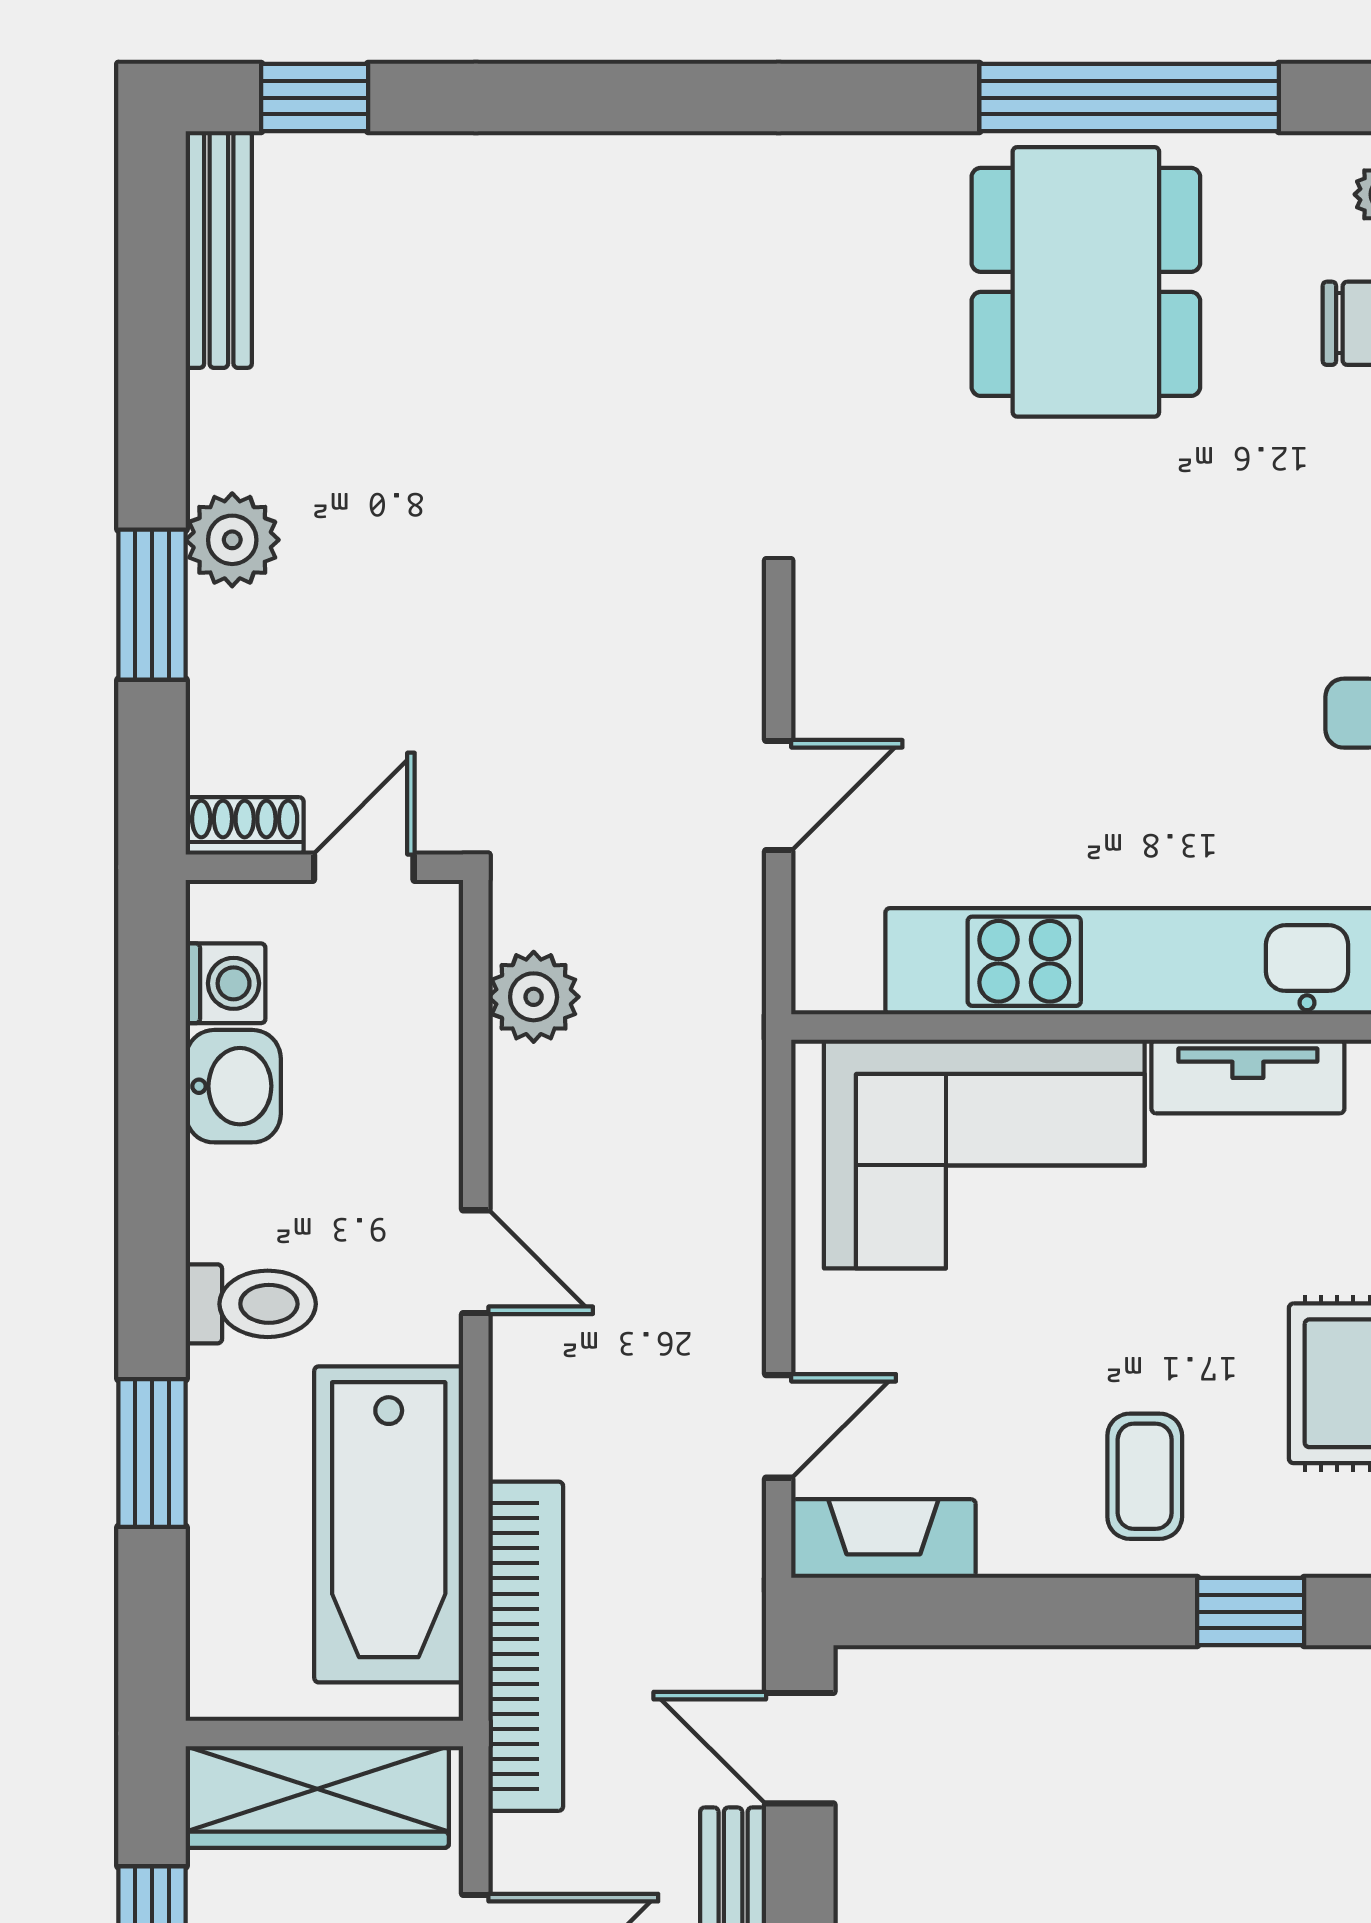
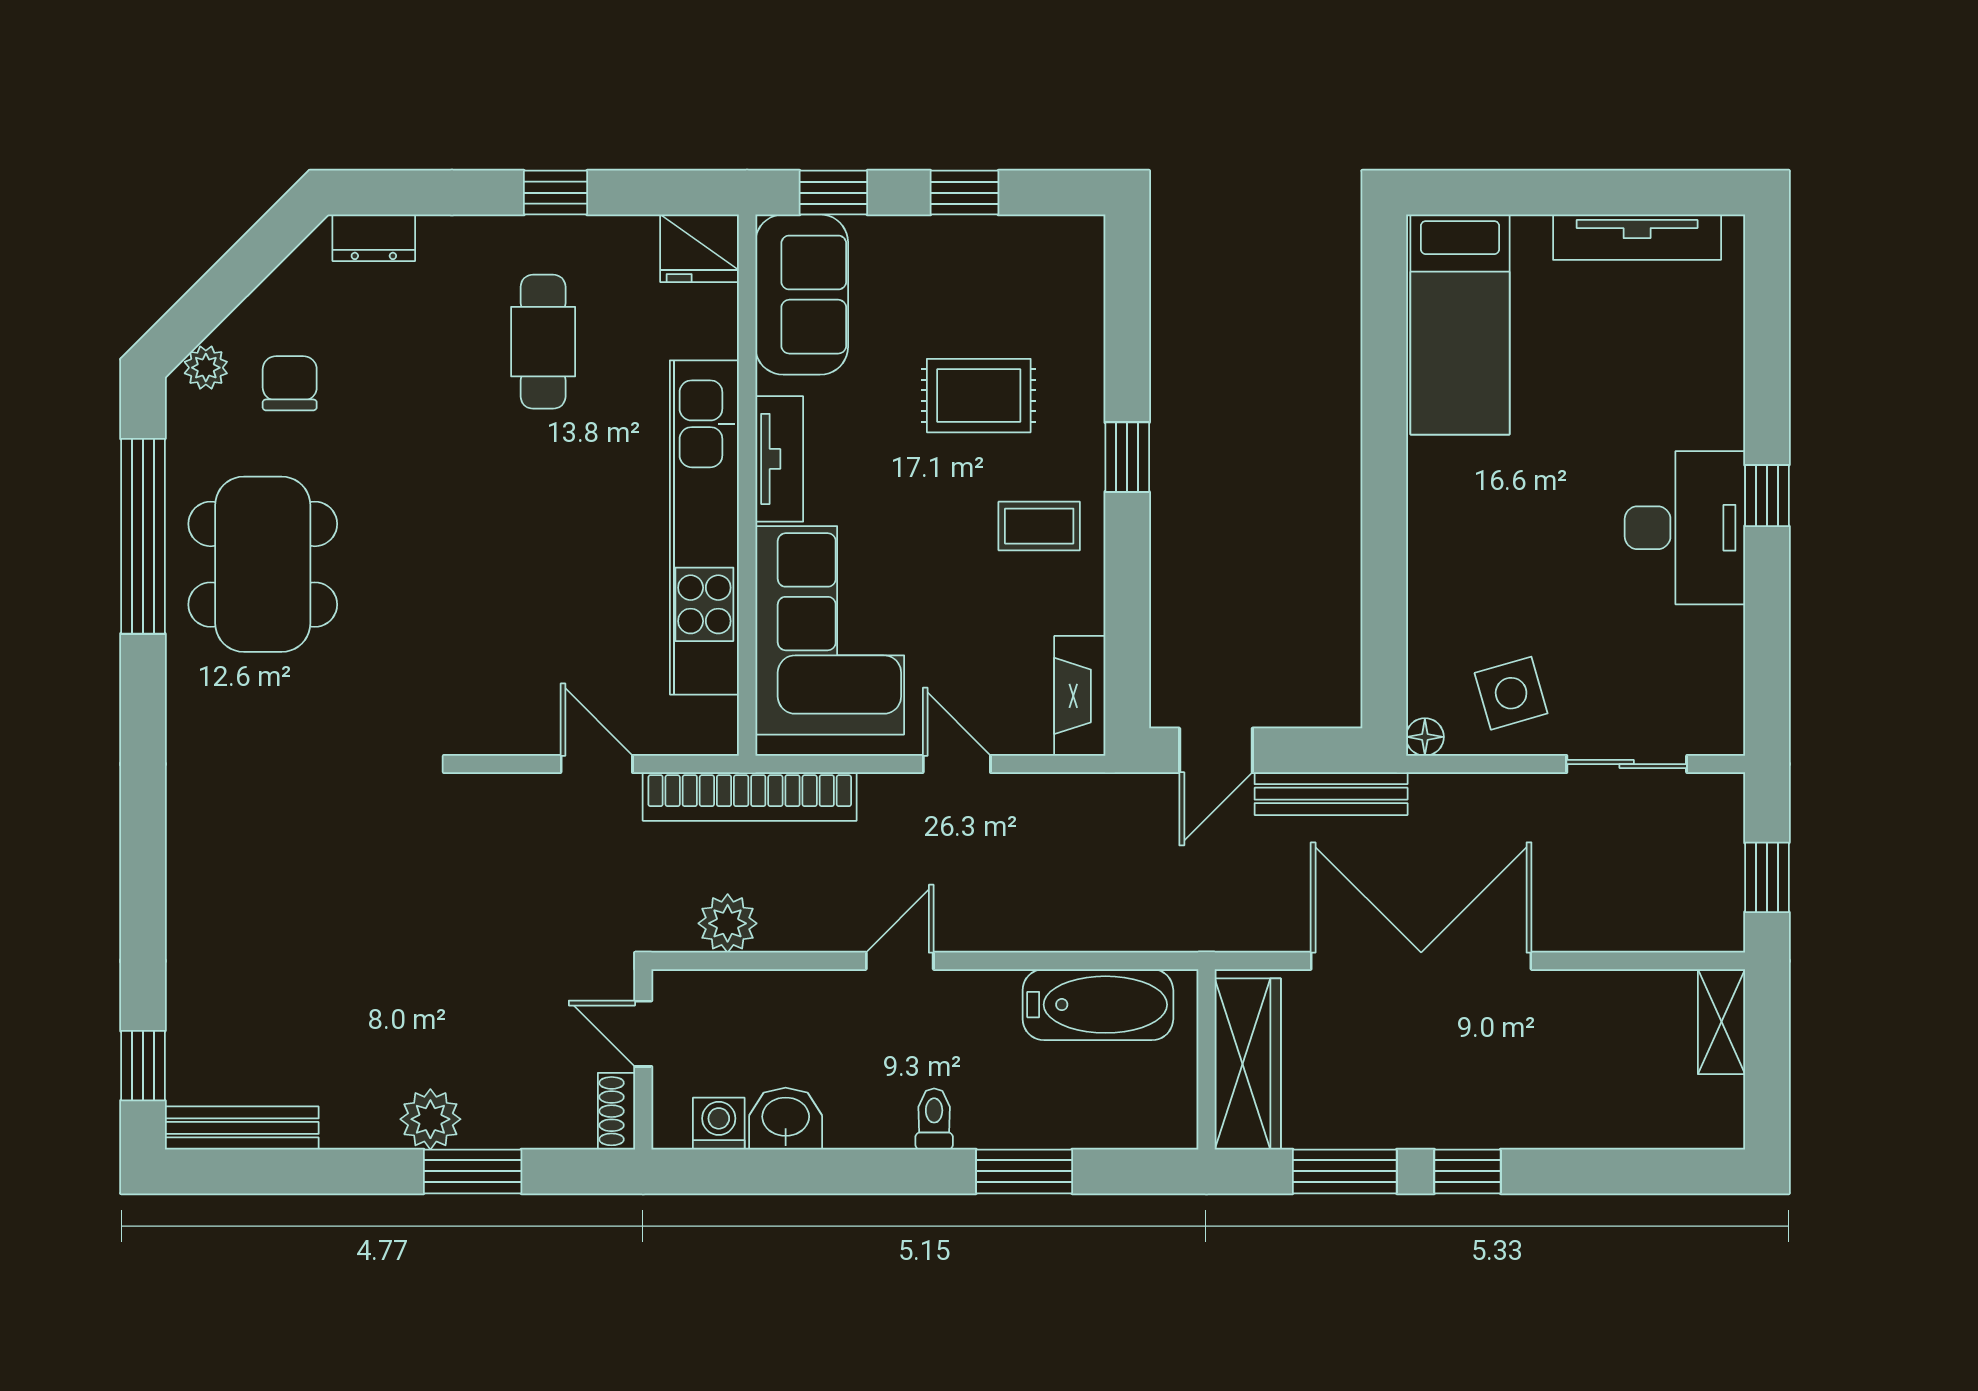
dining table: (1086, 282) -> (263, 564), turned 90
toilet: (251, 1304) -> (934, 1119), width x0.73, depth x0.72
door: (779, 1426) -> (957, 764), moved
bathtub: (389, 1524) -> (1098, 1005), width x0.73, depth x0.73
bookcase: (526, 1646) -> (750, 796), moved, turned 180

